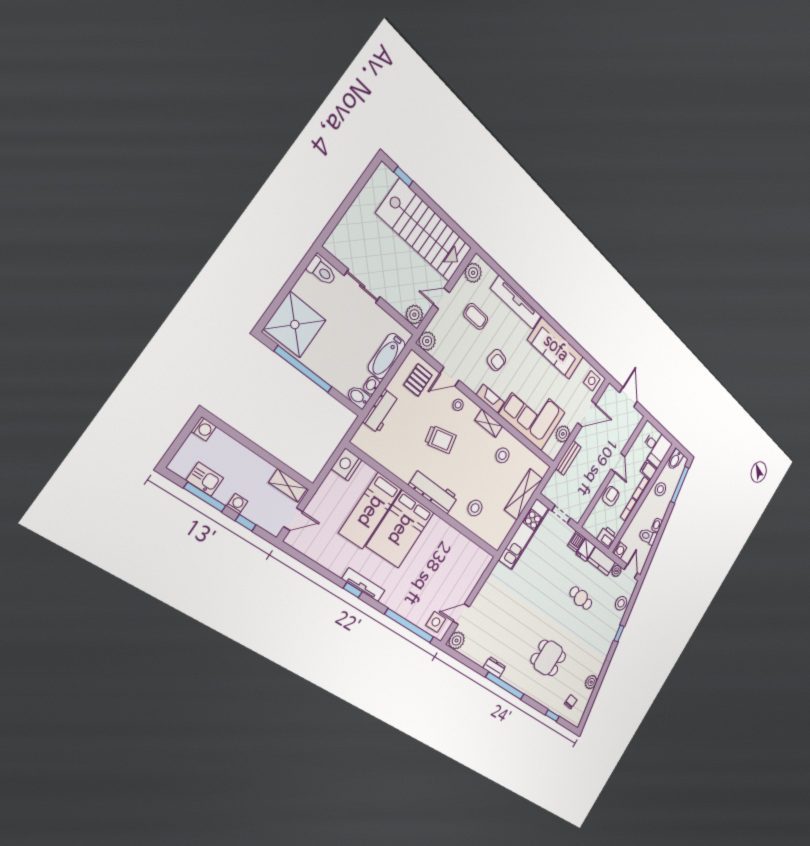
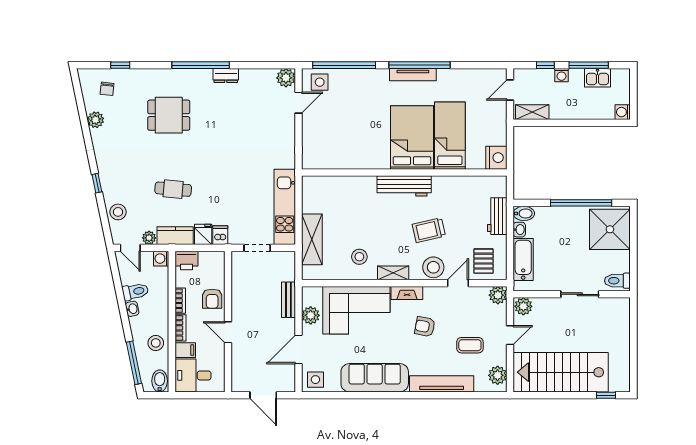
stool: (458, 405) -> (433, 267), width x1.89, depth x1.89
stool: (475, 508) -> (353, 197), removed
window: (353, 590) -> (419, 65), width x3.17

